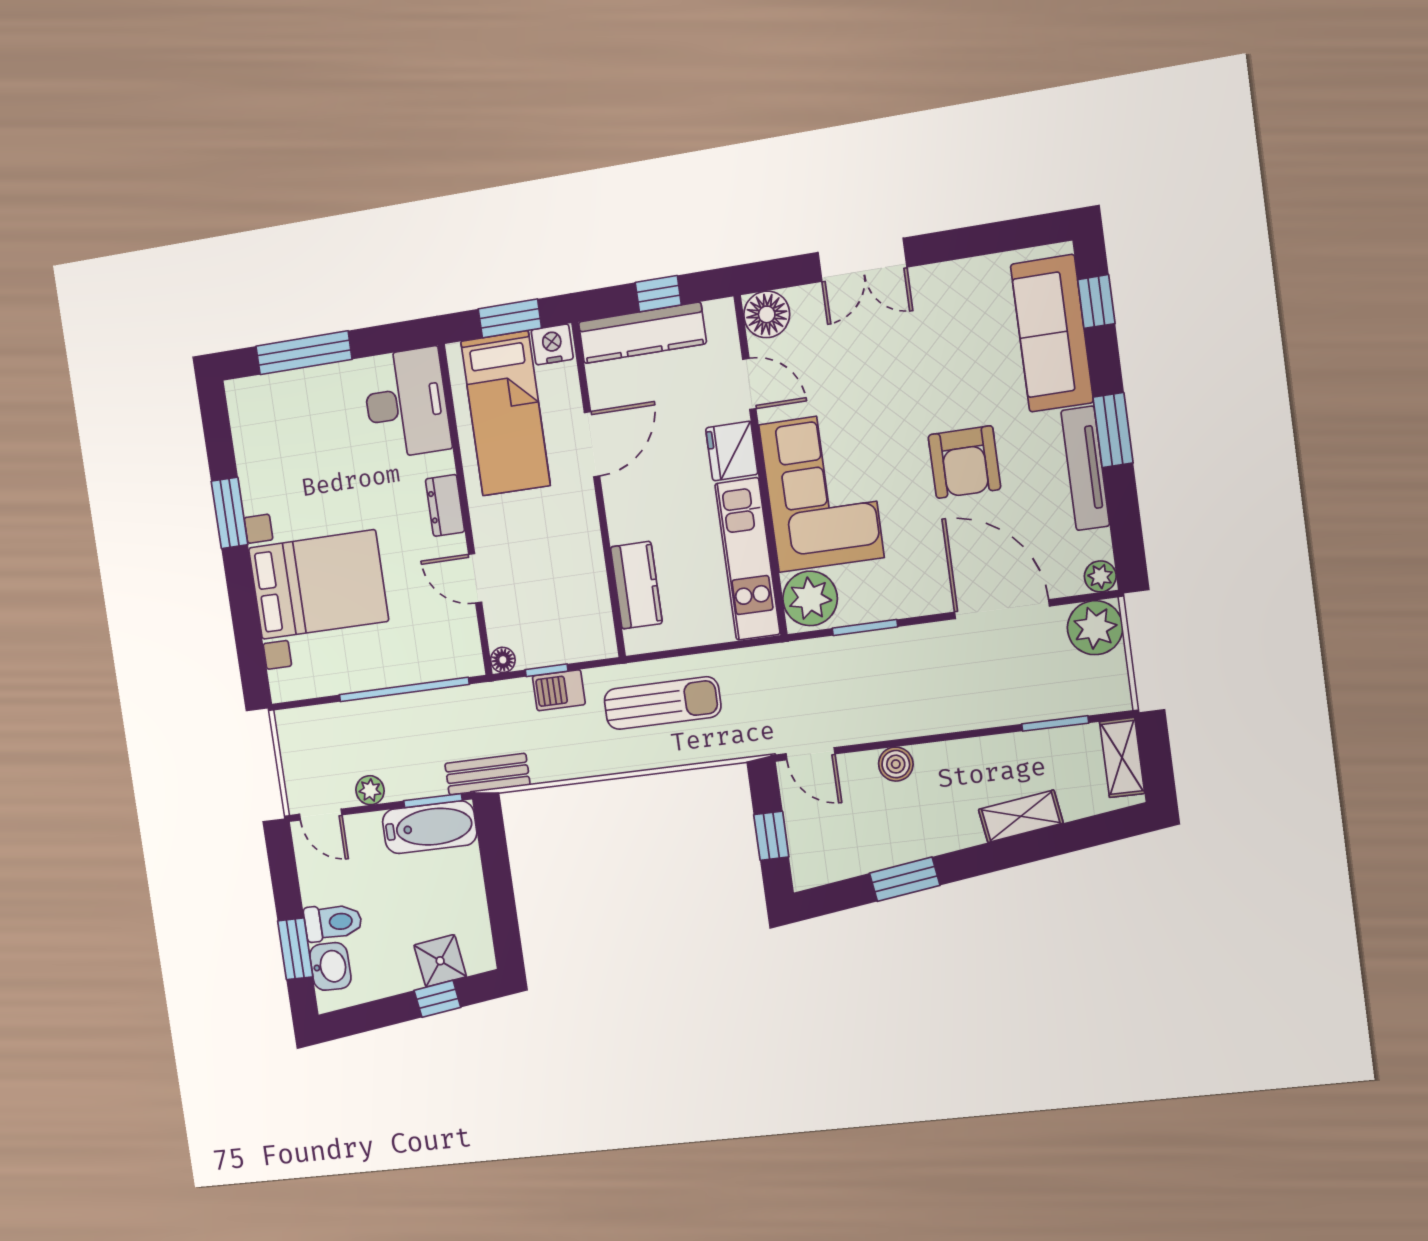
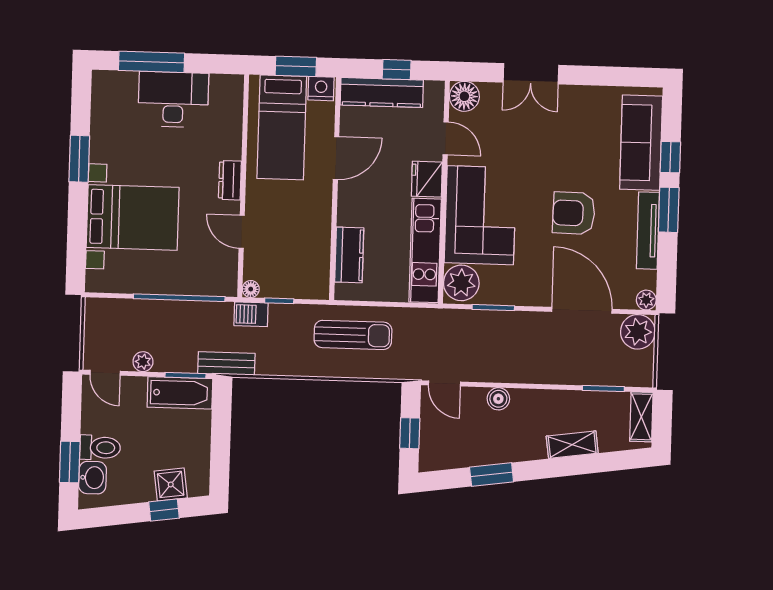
window: (1096, 302) -> (670, 157), moved
desk: (406, 403) -> (173, 99), moved, turned -90
armchair: (964, 462) -> (574, 213), turned 91
barbecue: (559, 690) -> (251, 314), moved

